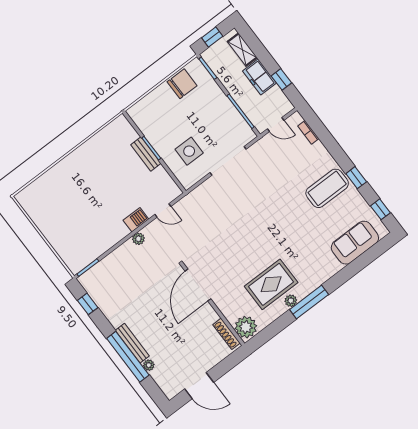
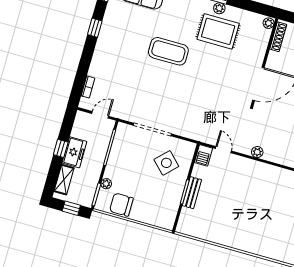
window: (281, 79) -> (61, 148), moved
plant: (211, 84) -> (106, 184), added
door: (276, 125) -> (100, 115), hinge flipped
side table: (189, 151) -> (166, 163), turned 45
coffee table: (327, 188) -> (168, 51), moved
barbecue: (136, 220) -> (203, 155), moved, turned -90
plant: (246, 327) -> (269, 23), width x0.53, depth x0.53

